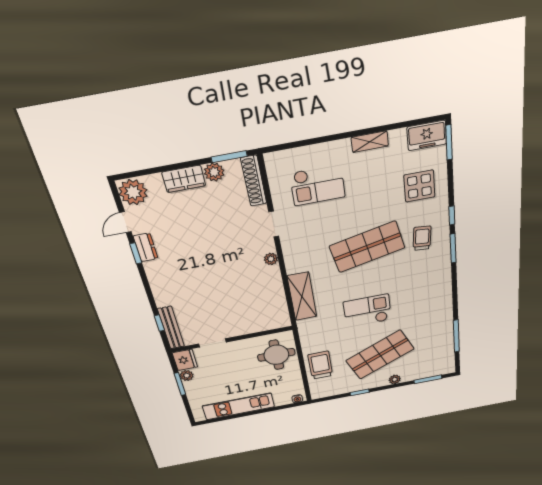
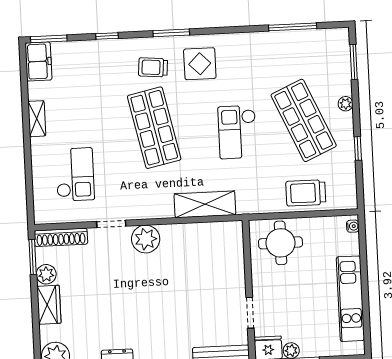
display table: (419, 186) -> (200, 64), moved
window: (452, 215) -> (107, 36), moved
plant: (271, 259) -> (146, 239), width x1.87, depth x1.87

